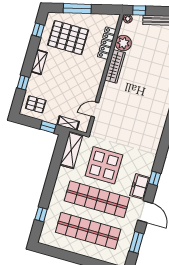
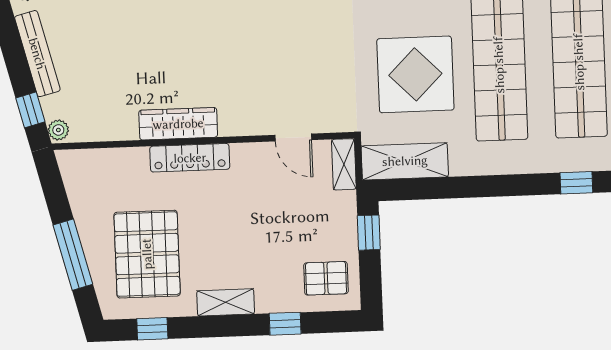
locker: (107, 43) -> (190, 158), moved
plant: (123, 43) -> (118, 122), removed
pallet: (36, 104) -> (326, 278), turned 90
shelving: (68, 123) -> (344, 164), moved

